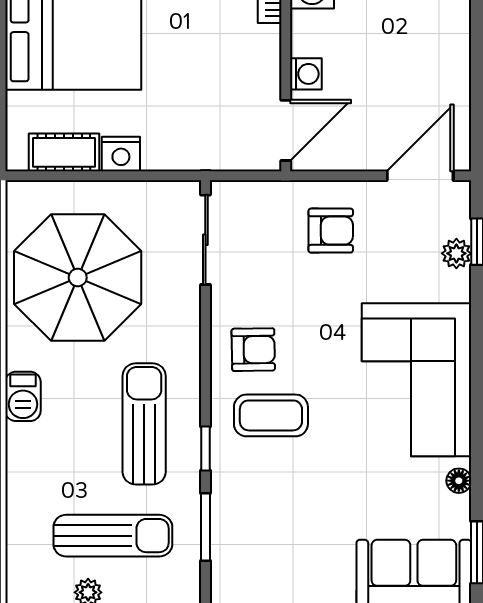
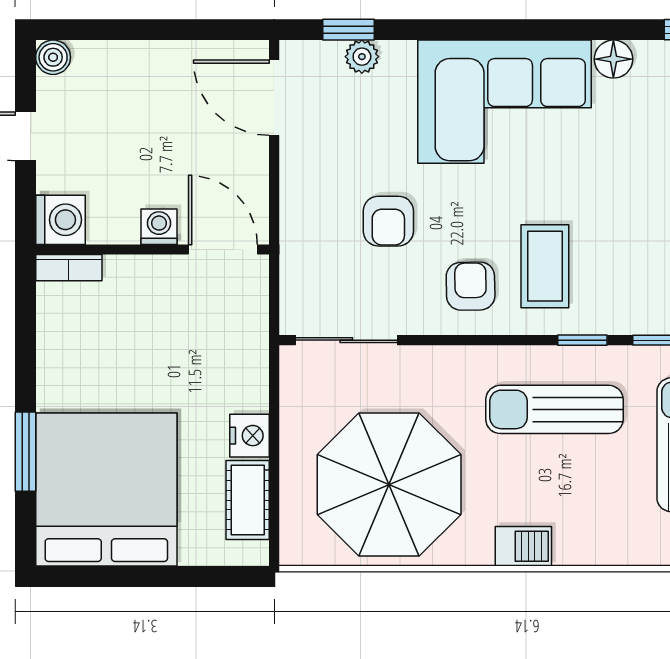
armchair: (331, 231) -> (388, 221), moved, turned 180
floor lamp: (459, 481) -> (613, 59), width x1.37, depth x1.37

